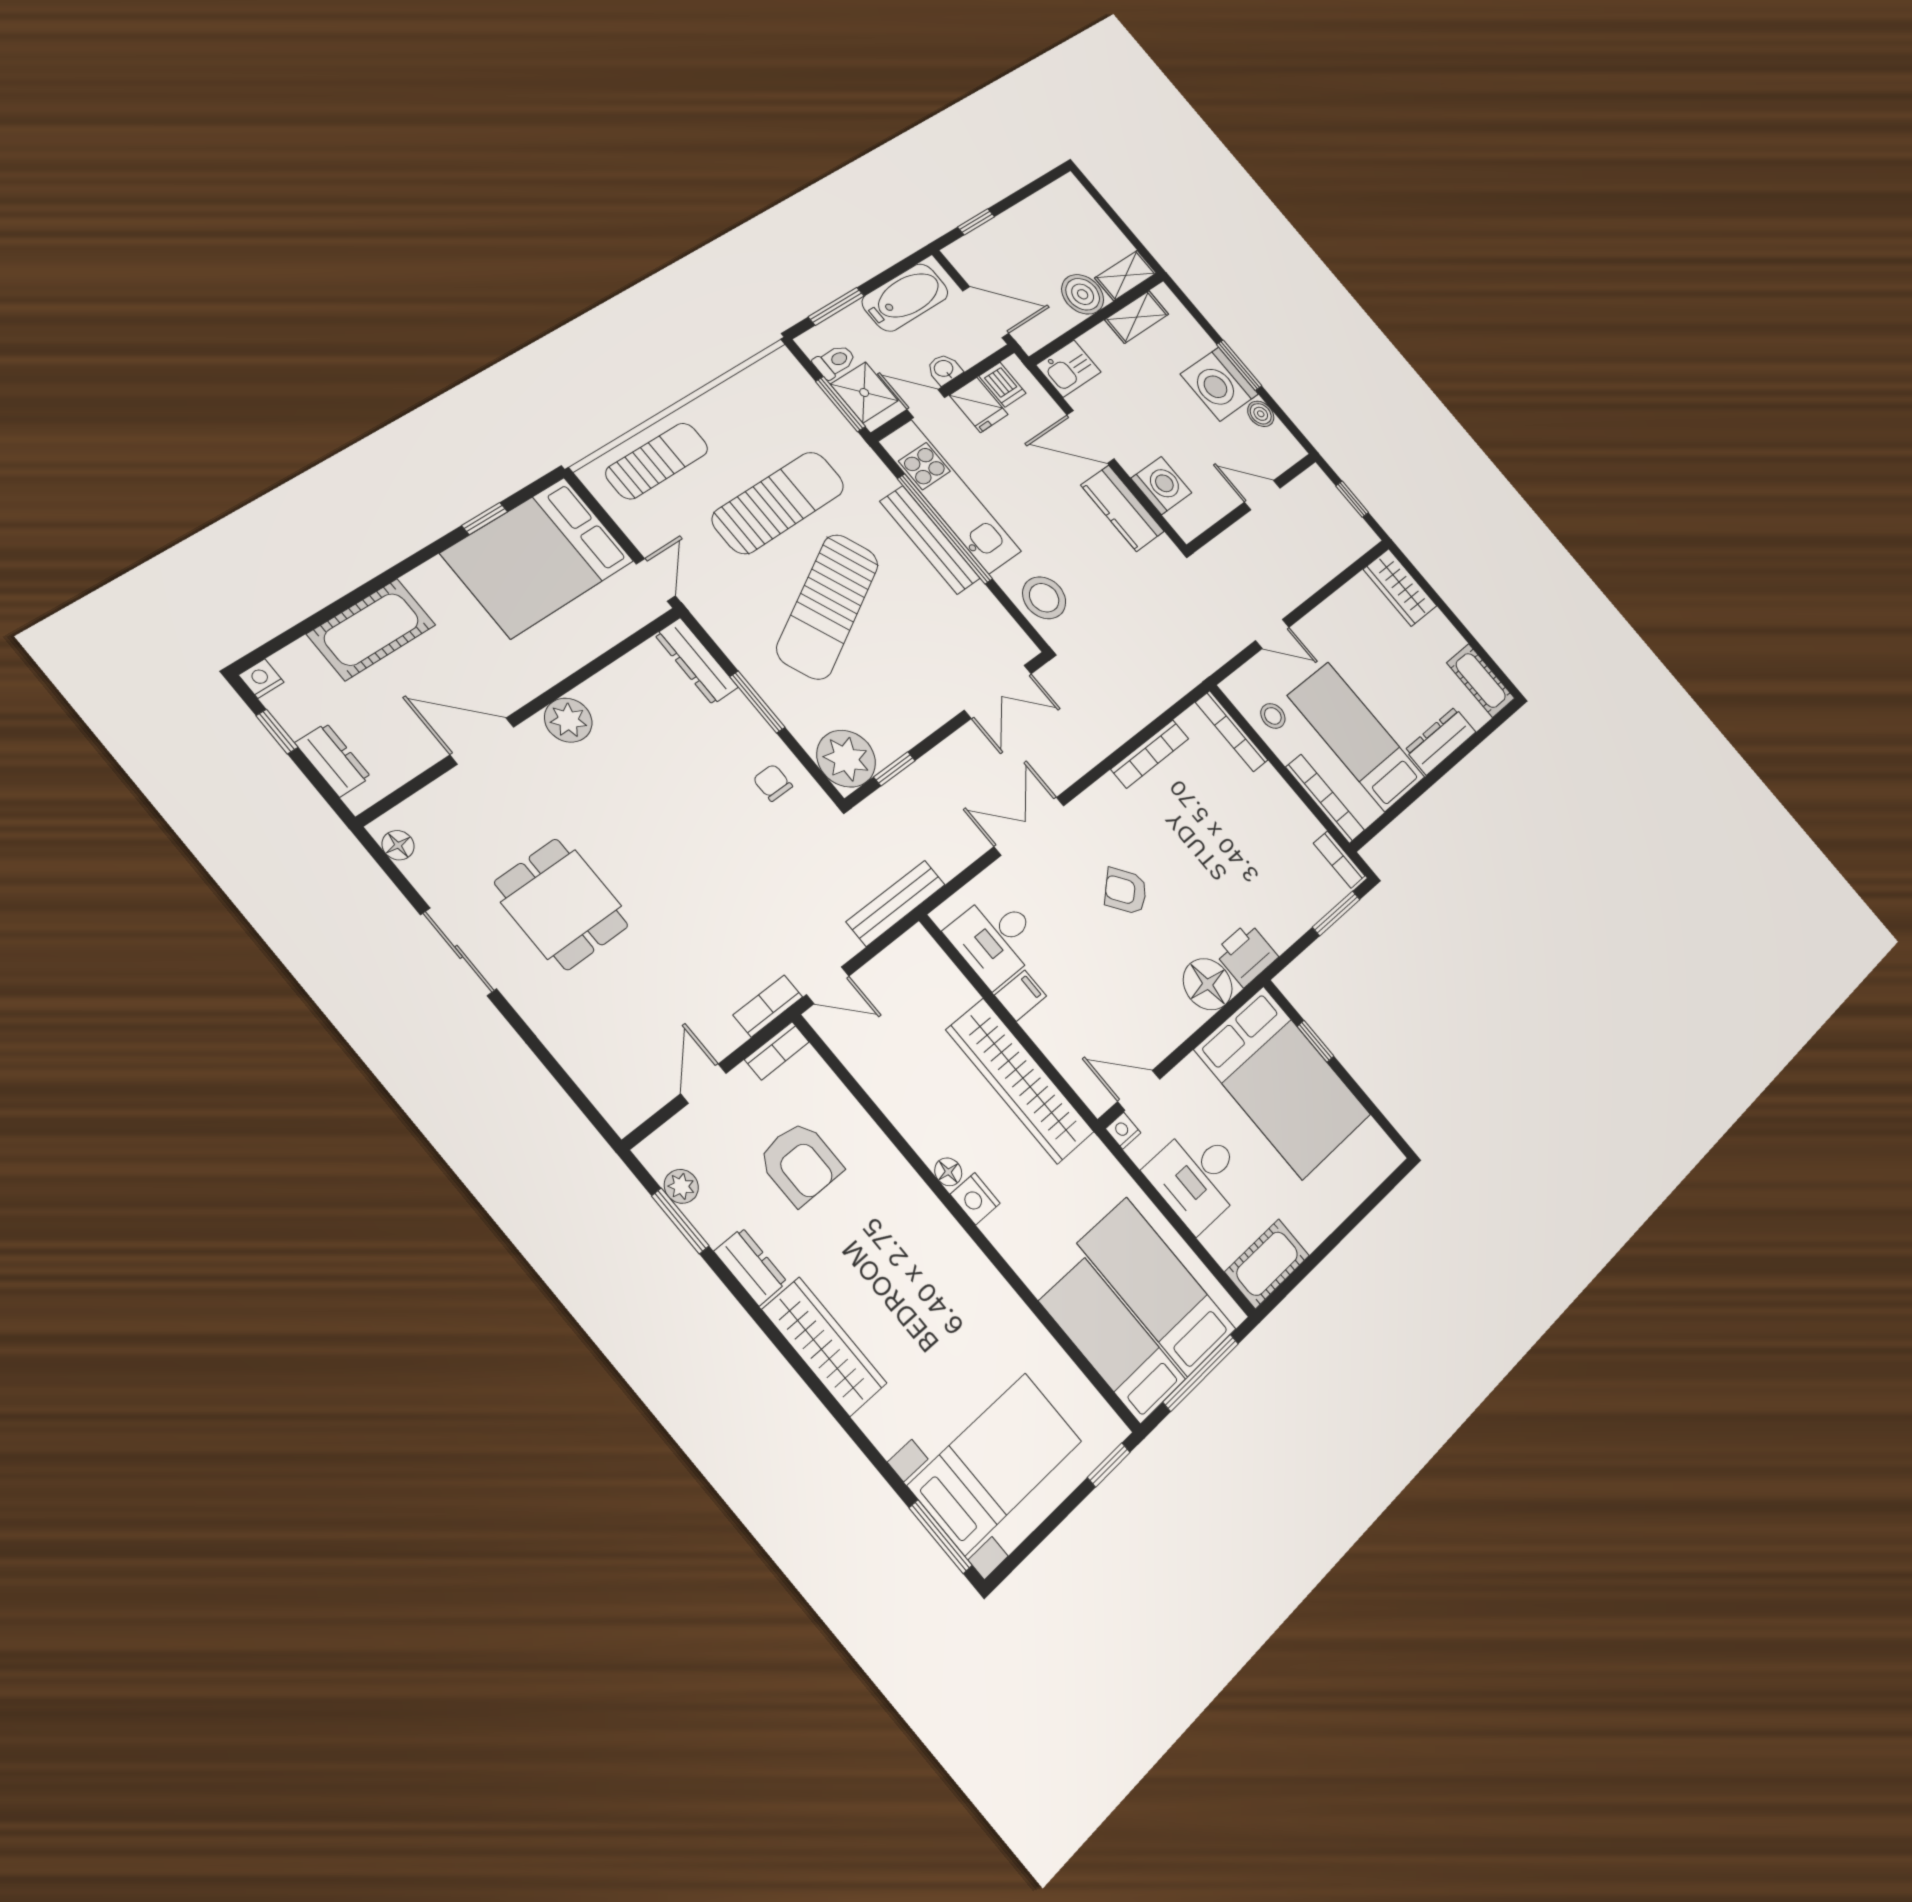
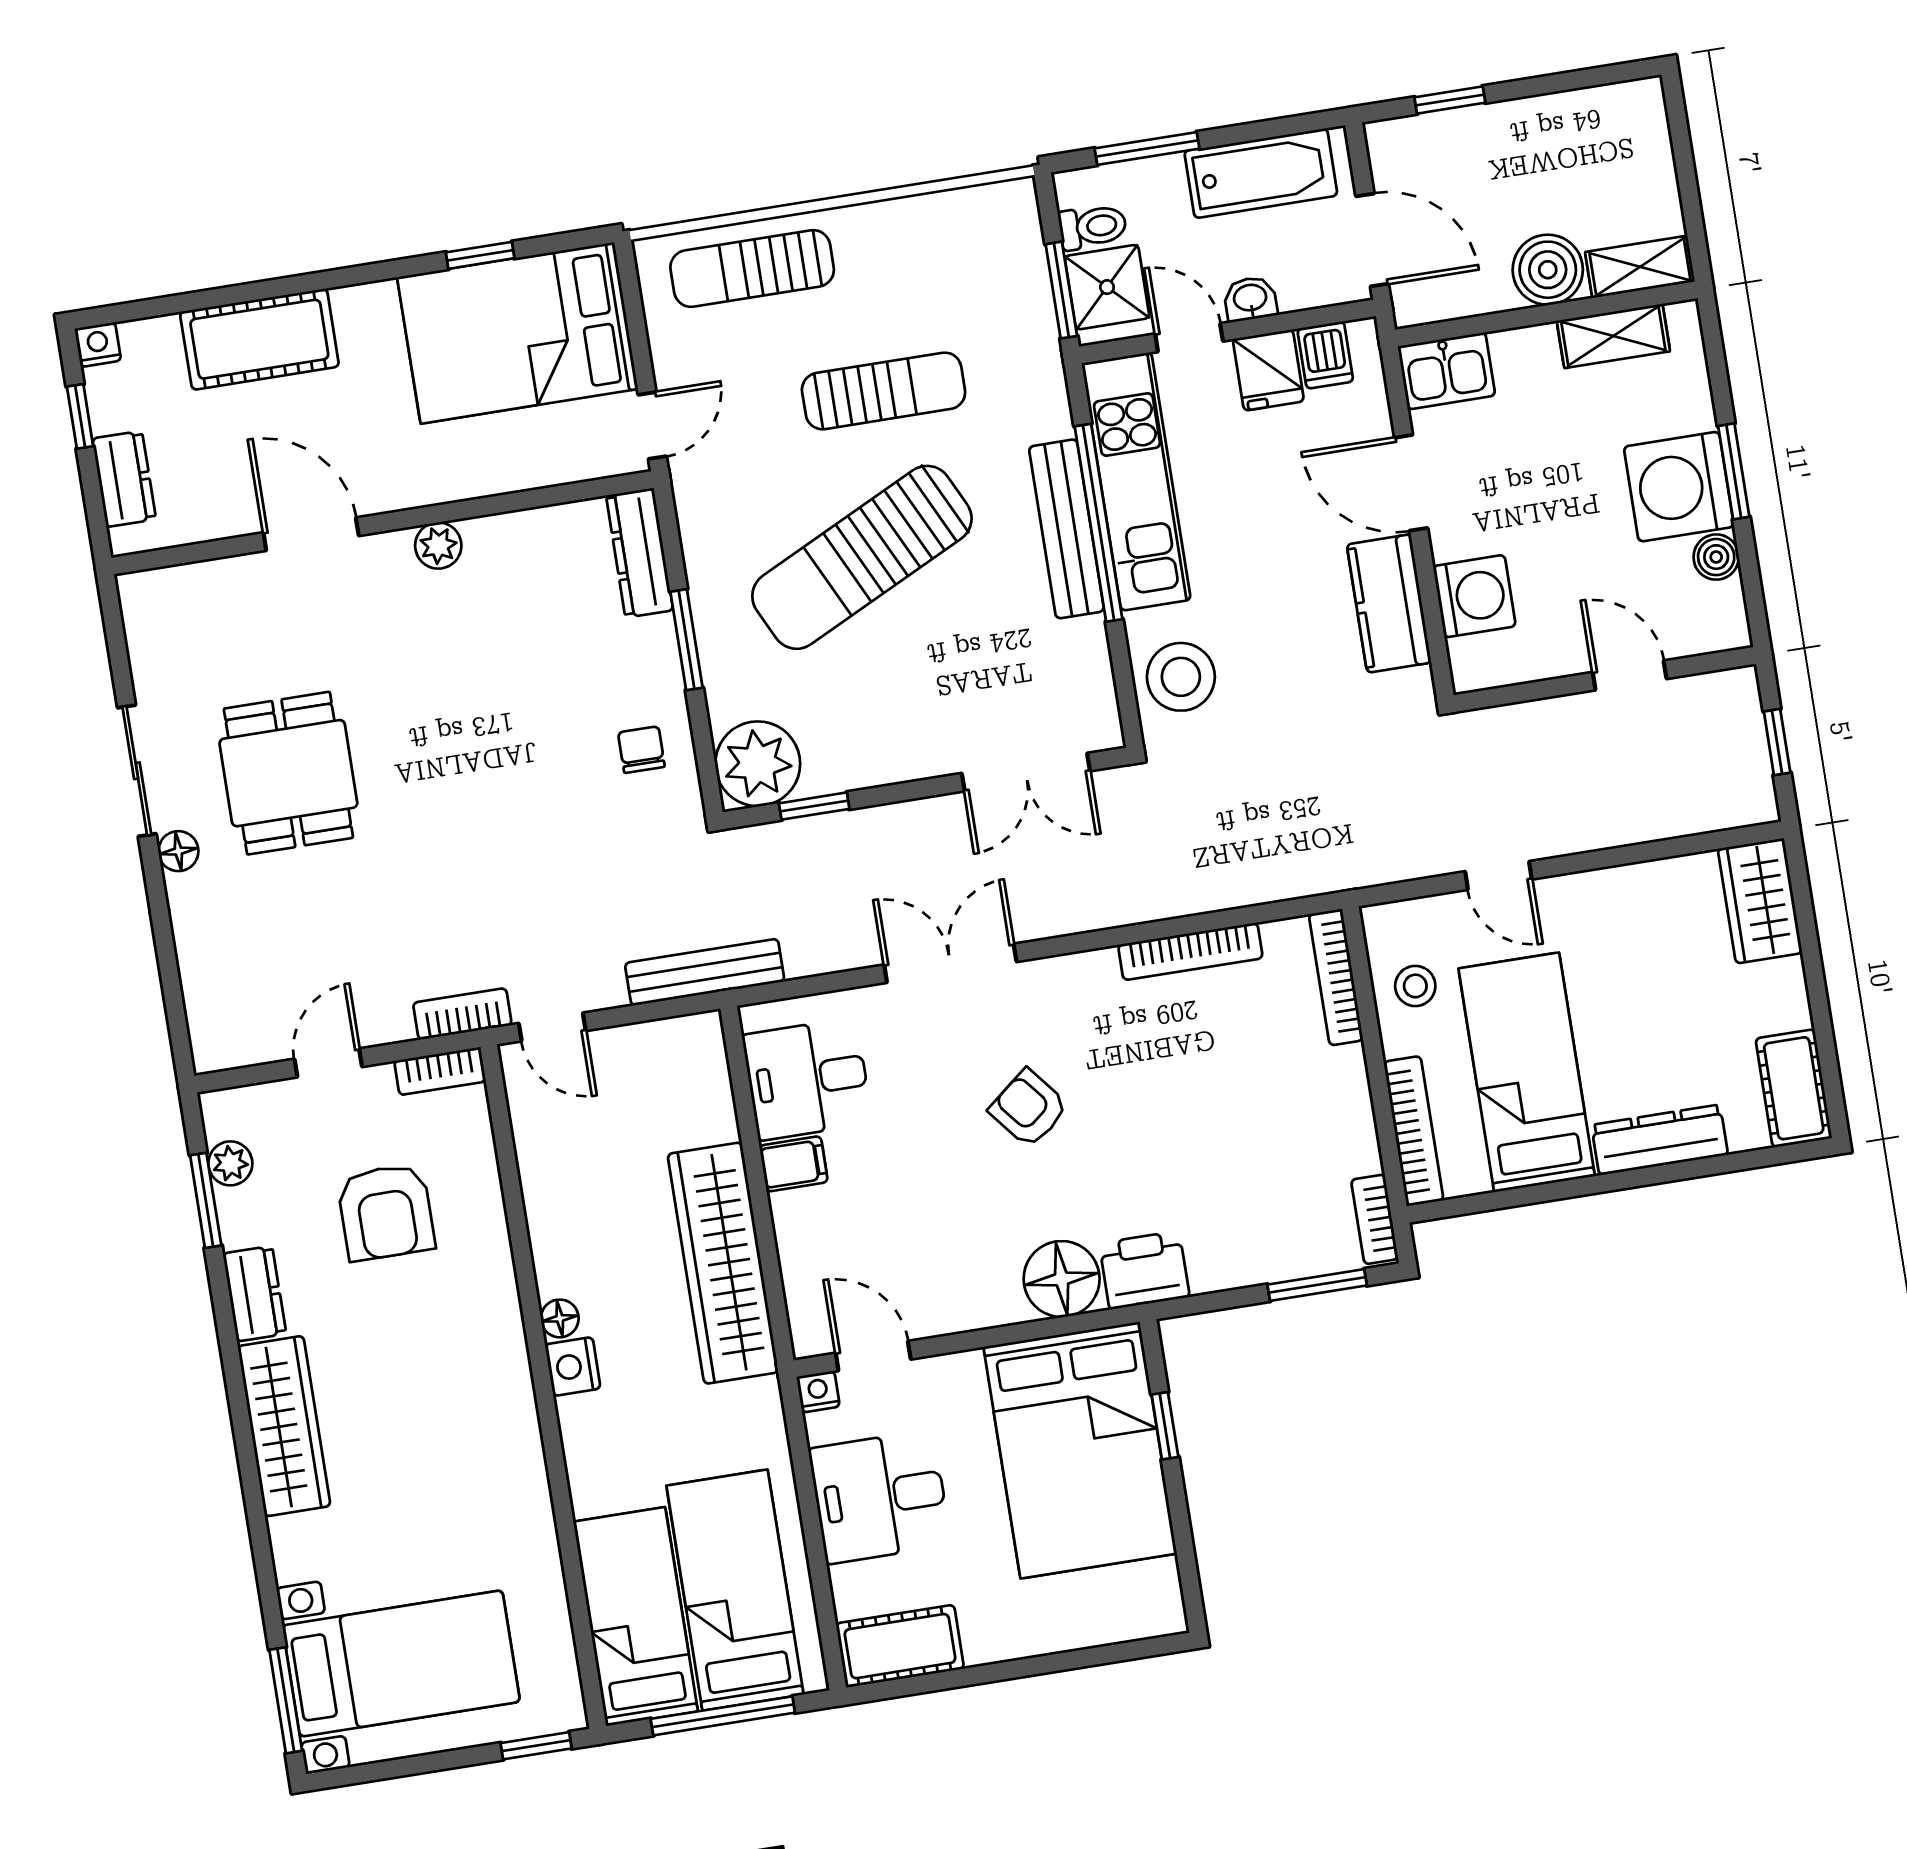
sun lounger: (657, 461) -> (752, 268), turned 180
sun lounger: (778, 503) -> (884, 391), width x0.73, depth x0.75
plant: (568, 720) -> (438, 546), width x0.73, depth x0.73
floor lamp: (398, 845) -> (178, 851), moved

